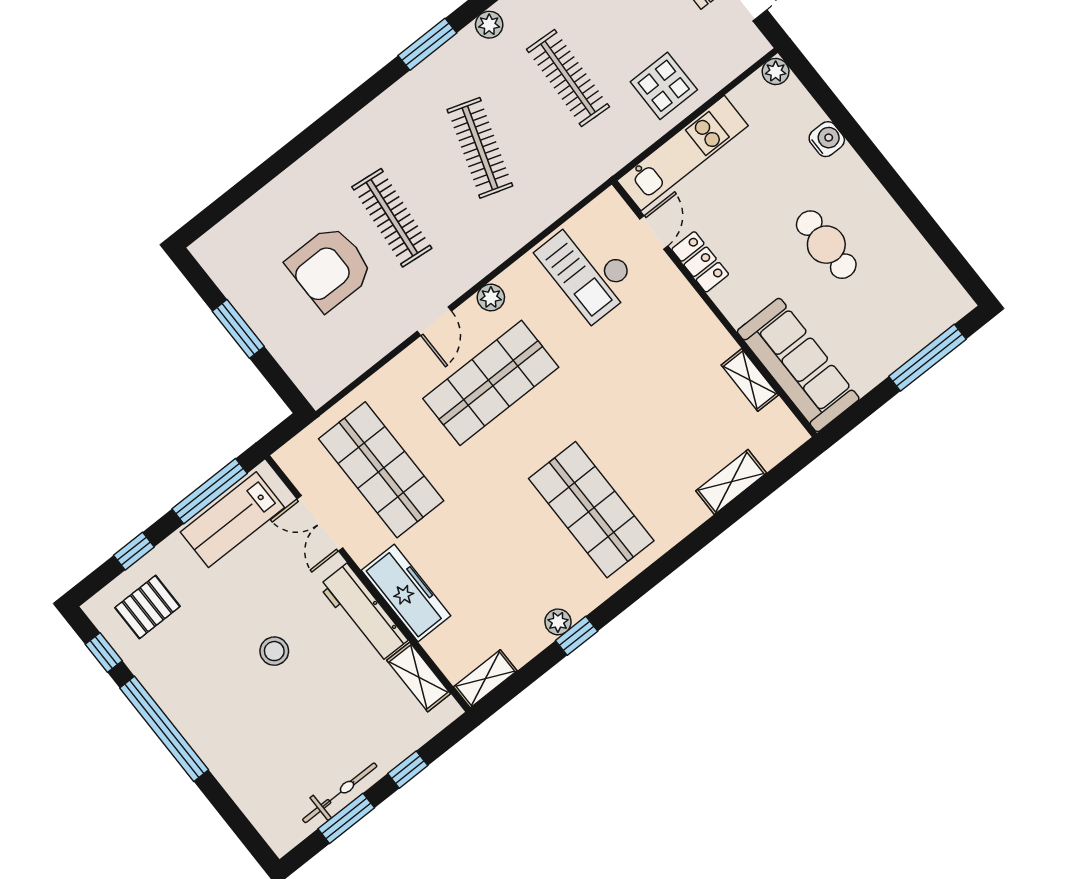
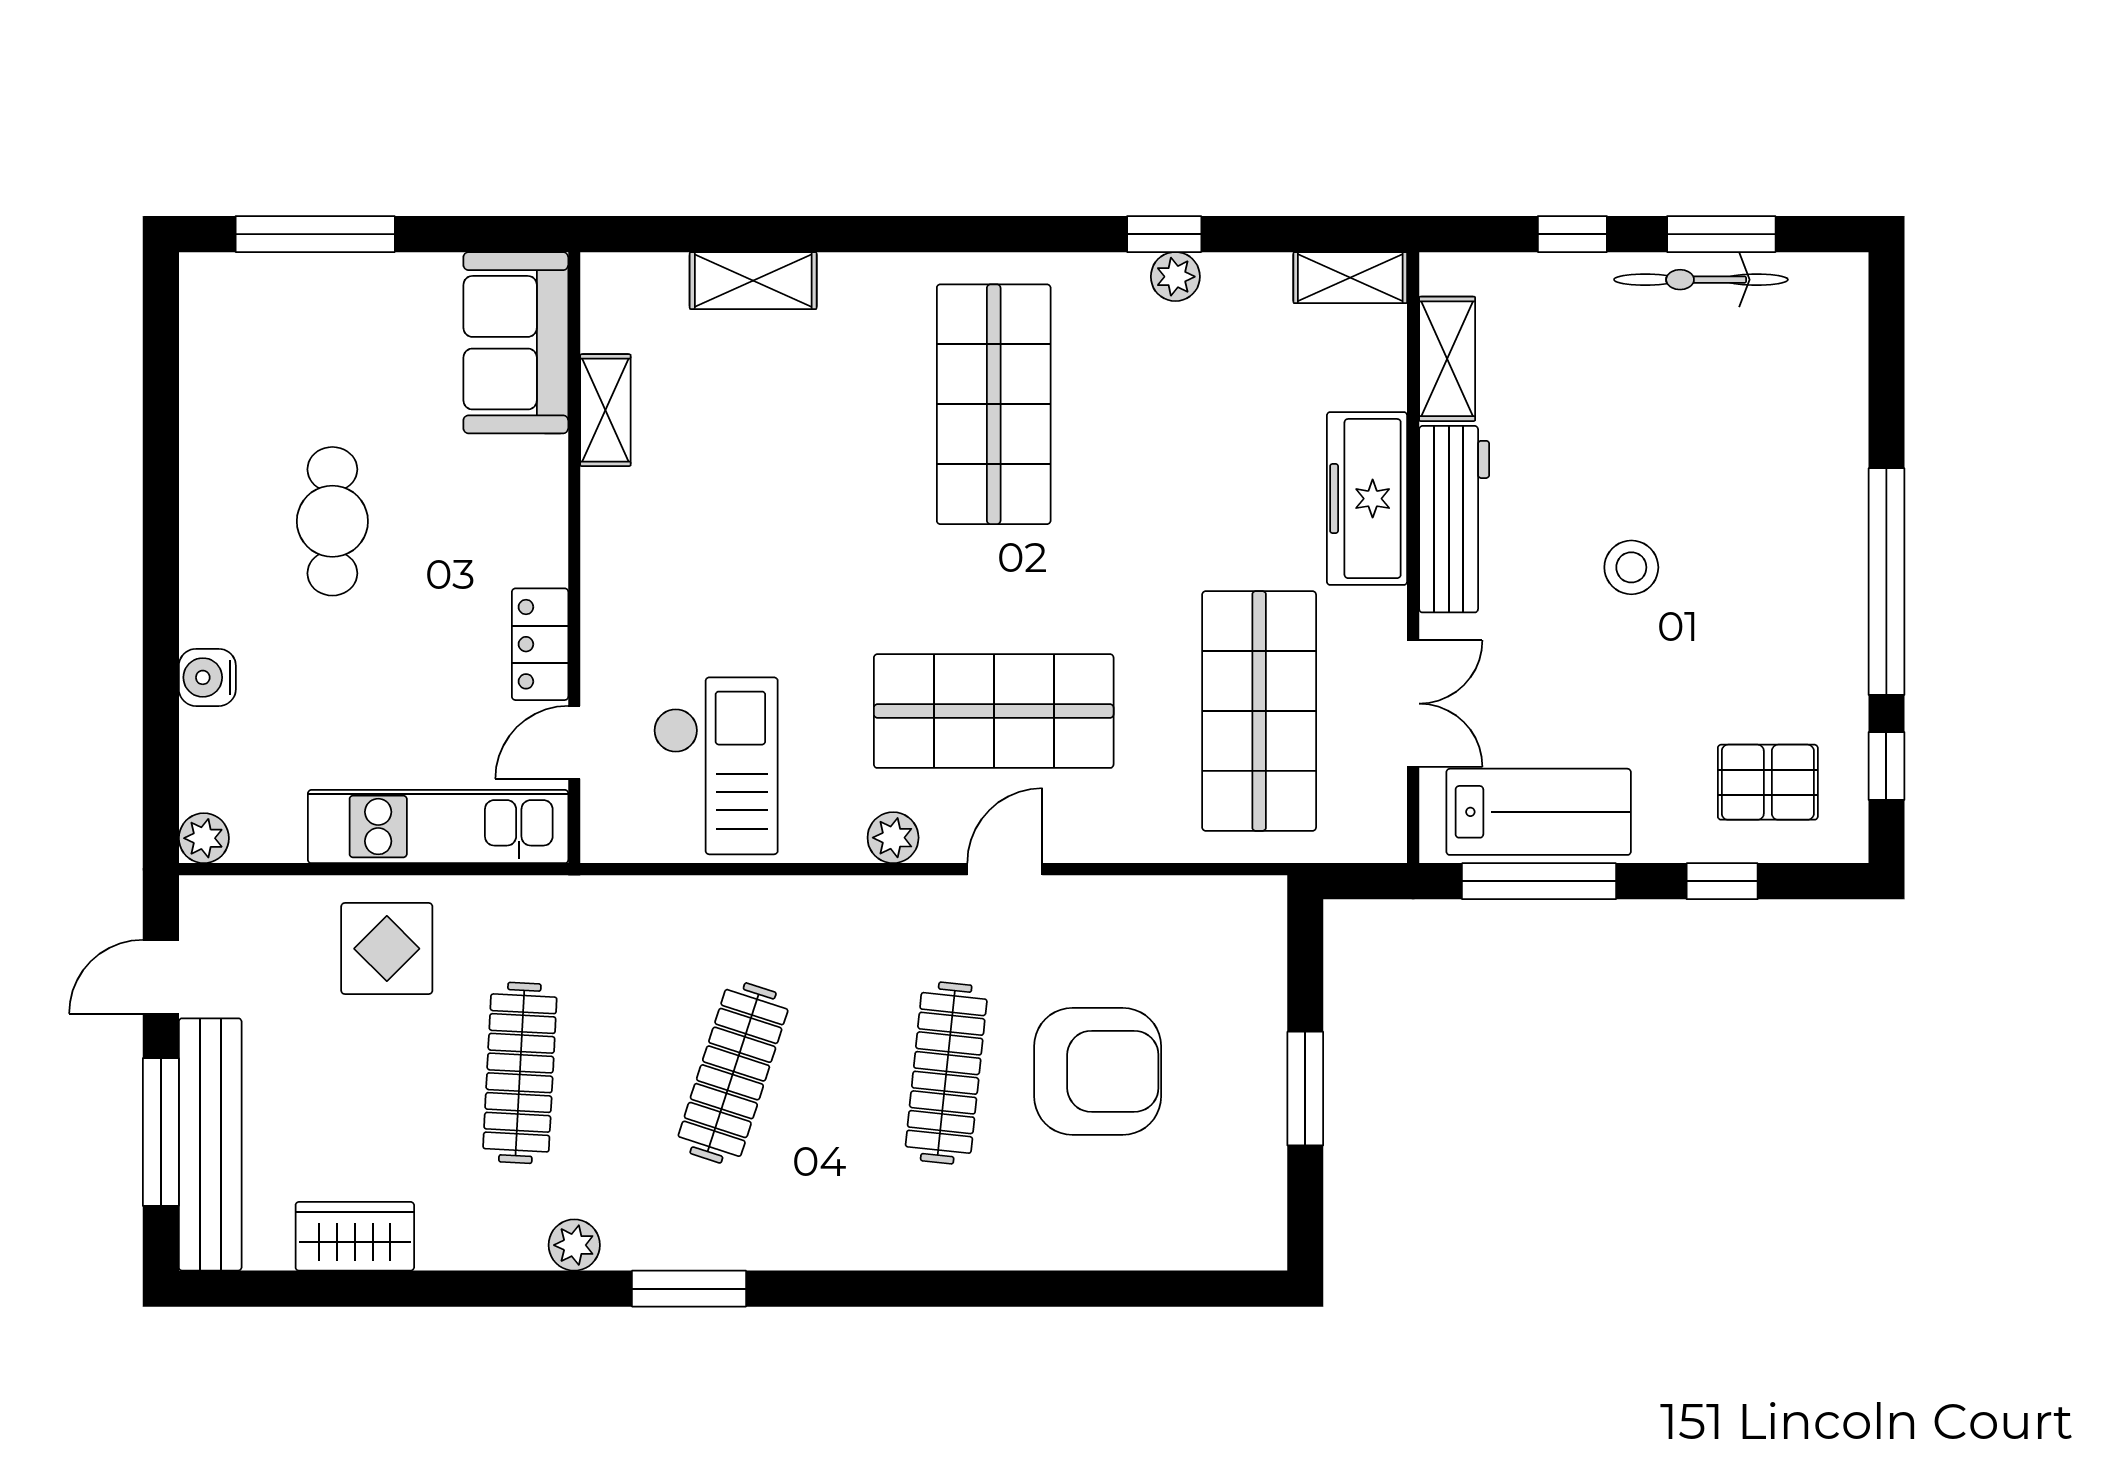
sofa: (798, 365) -> (516, 343), width x0.73

